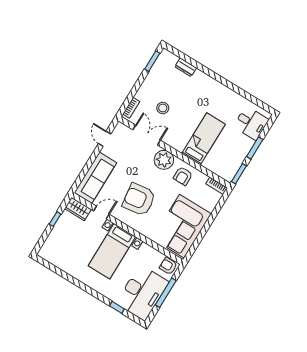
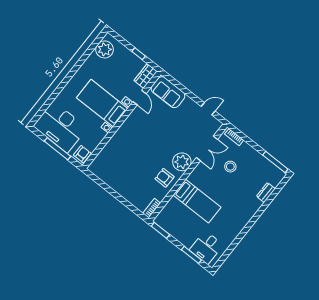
window: (152, 61) -> (275, 162), width x1.44
window: (255, 148) -> (191, 255), moved
sofa: (95, 178) -> (168, 92), width x0.73
armchair: (139, 199) -> (148, 134), removed
corner sofa: (182, 226) -> (118, 171), removed
plant: (55, 256) -> (105, 49), added
window: (117, 307) -> (49, 102), removed

